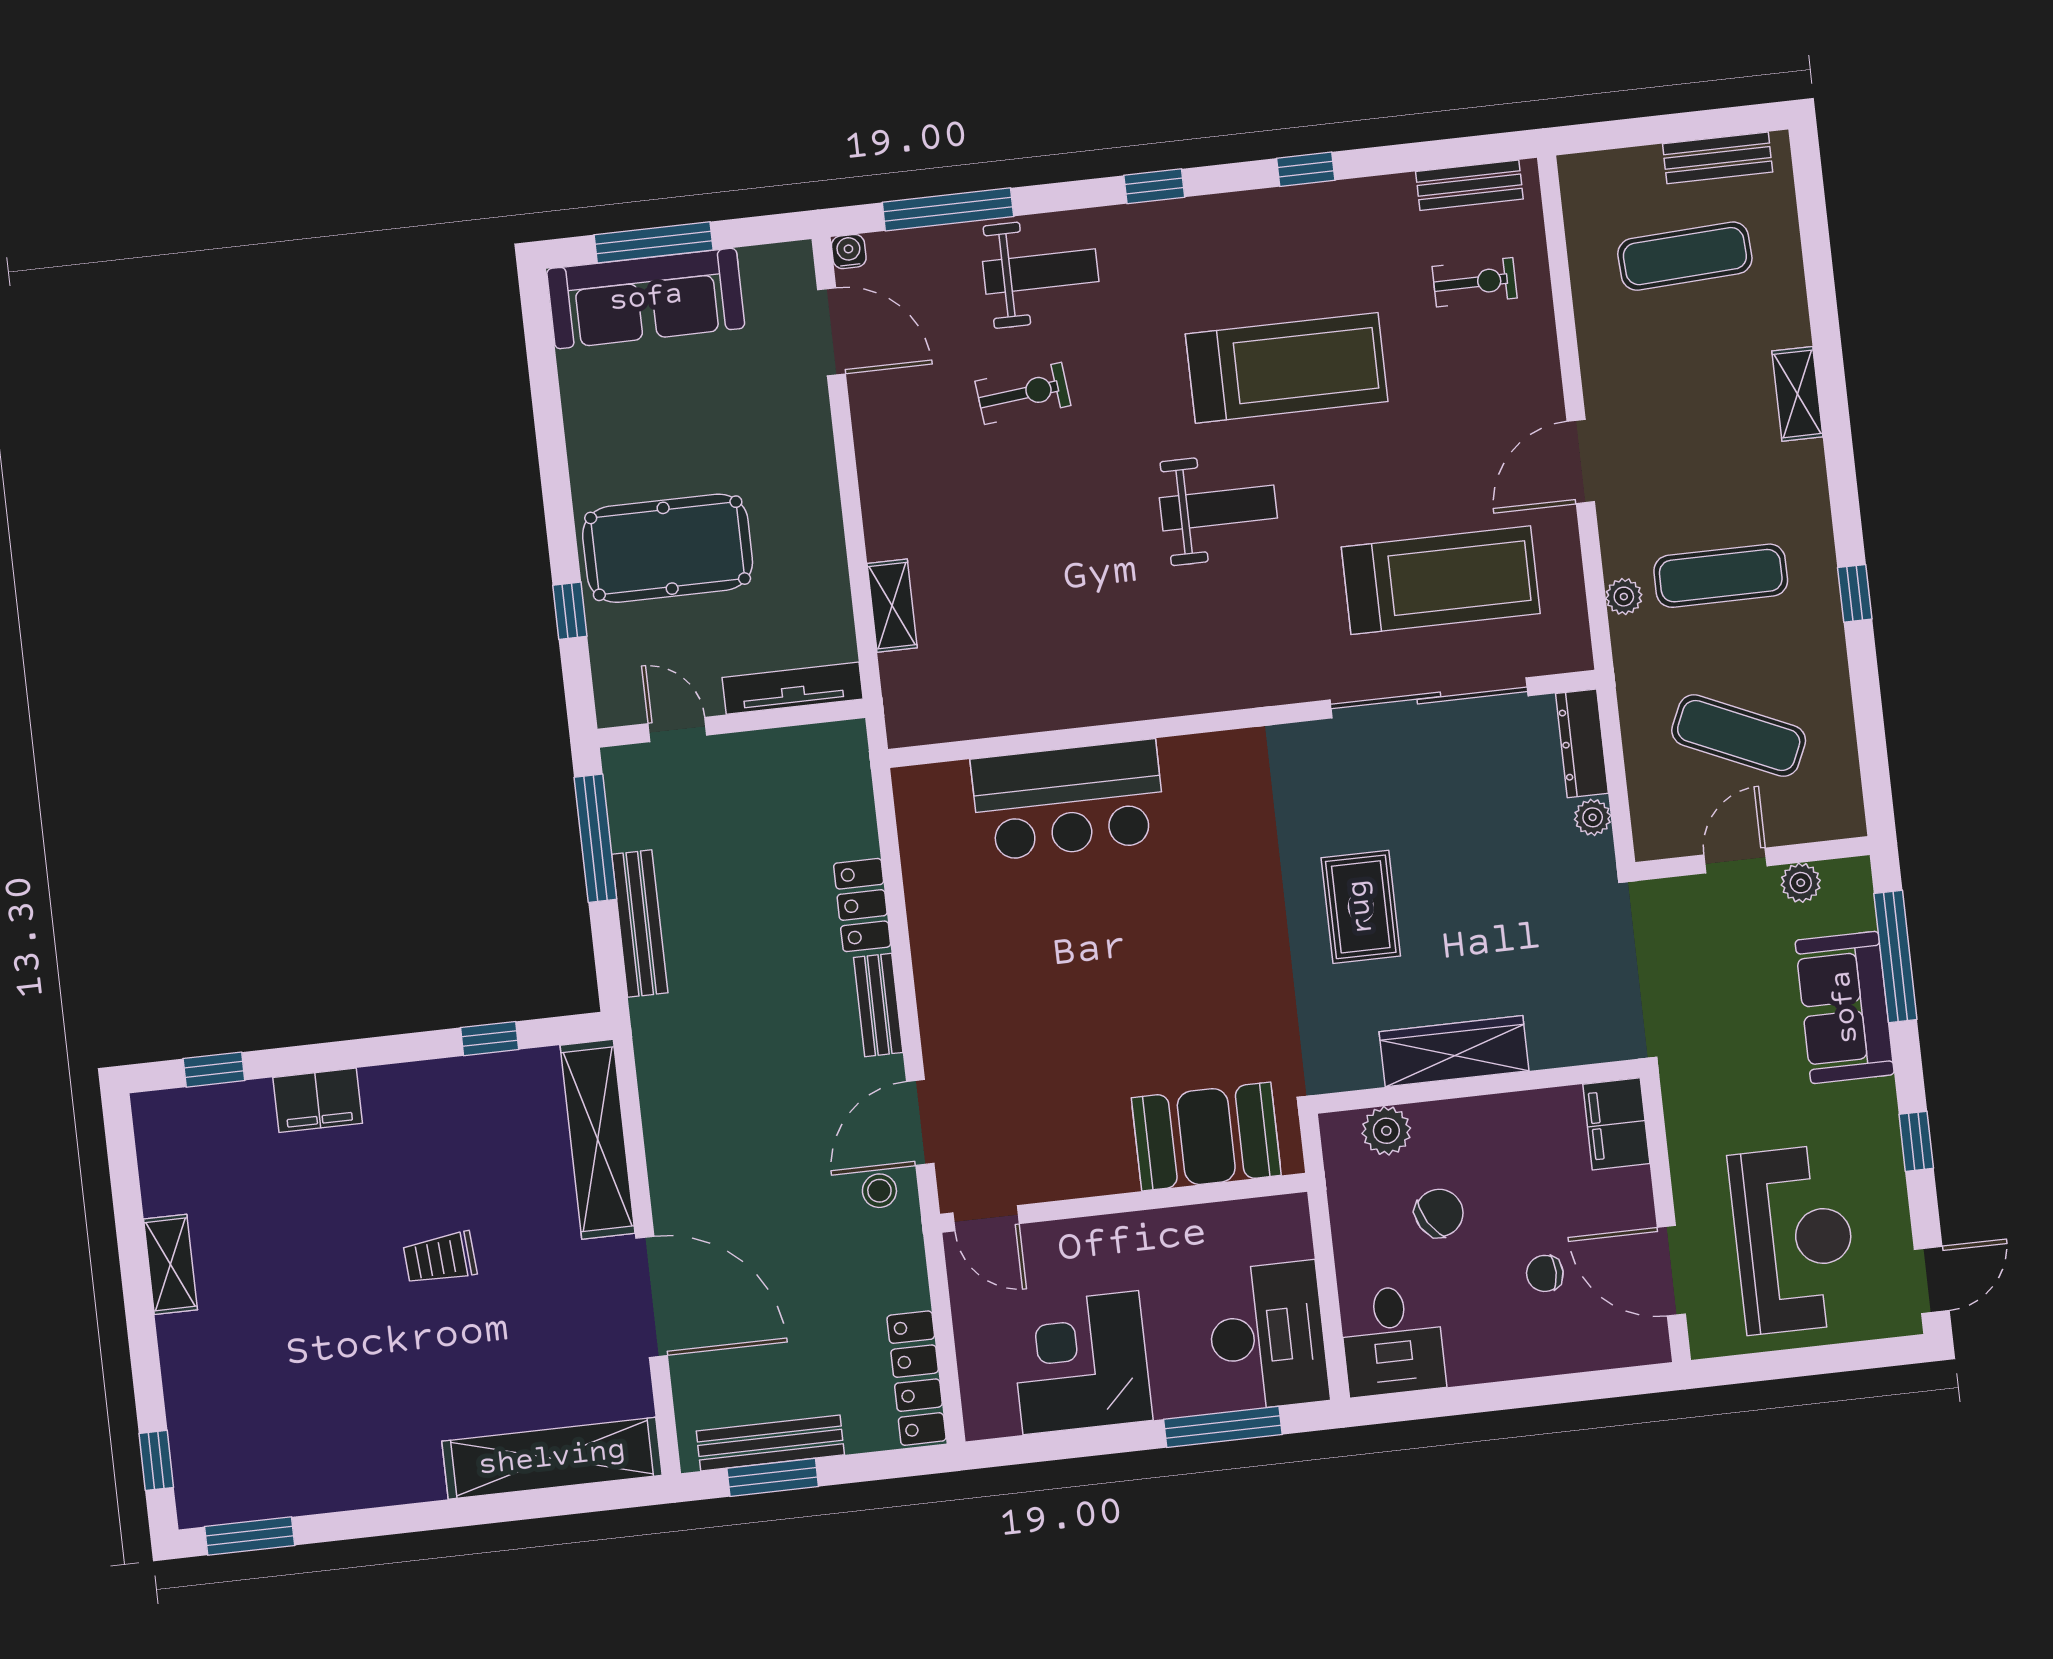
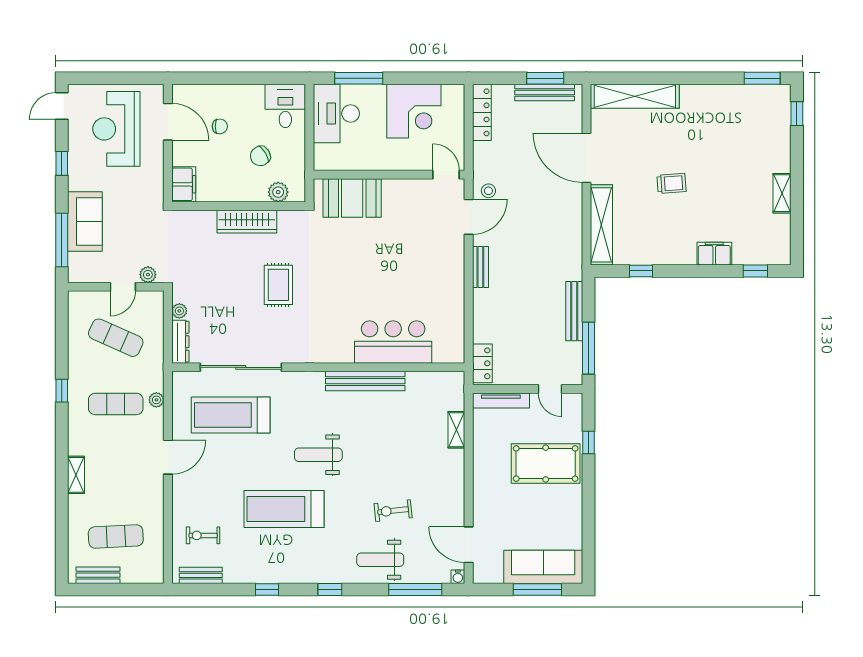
bench: (1125, 698) -> (365, 381), added
plant: (1801, 883) -> (148, 275), moved
locker: (862, 905) -> (482, 363), moved

